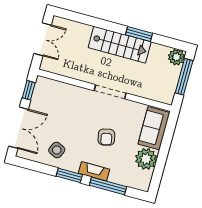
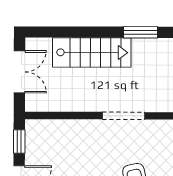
stairs: (120, 45) -> (92, 52), moved

